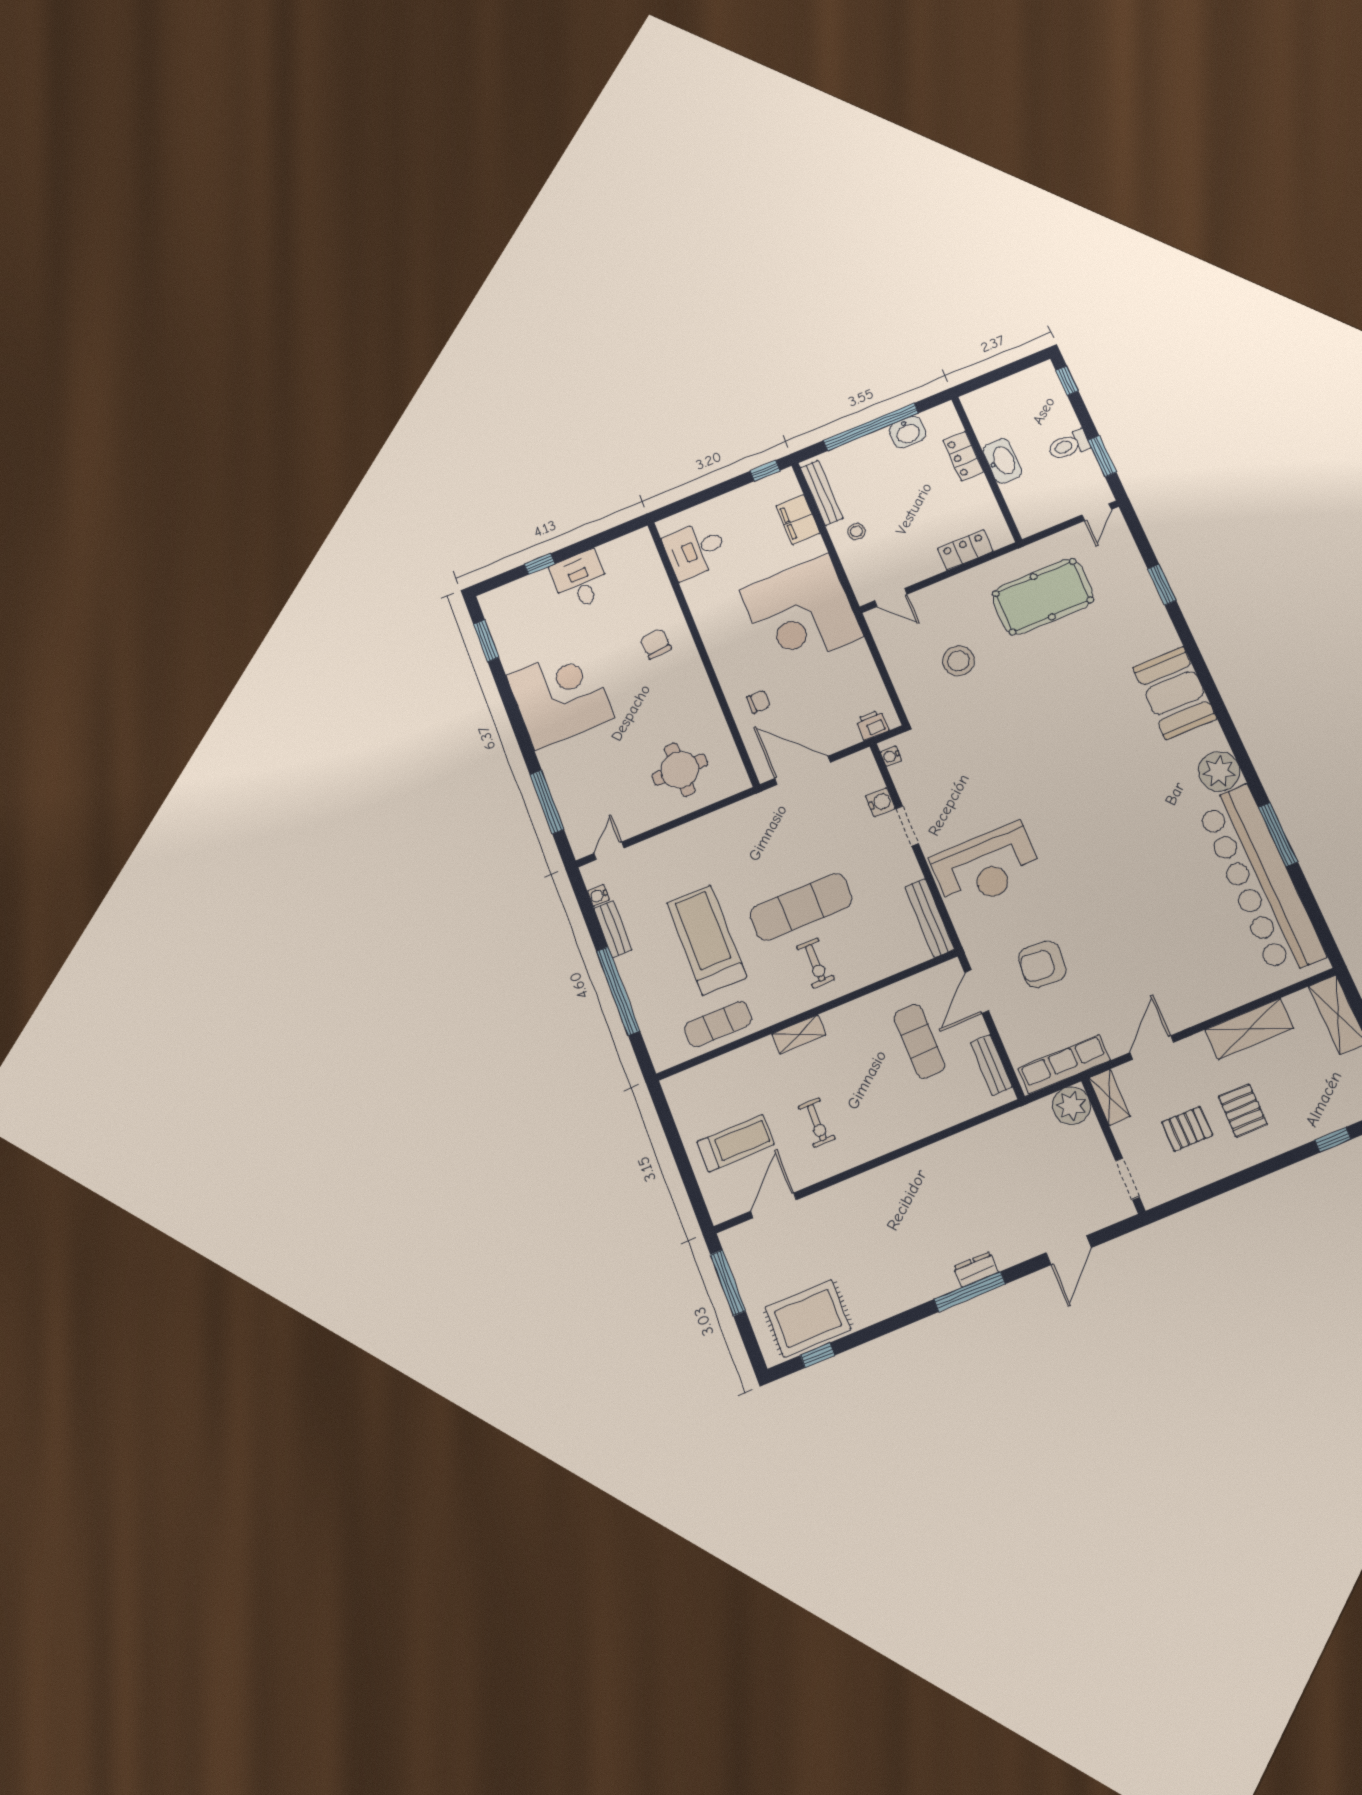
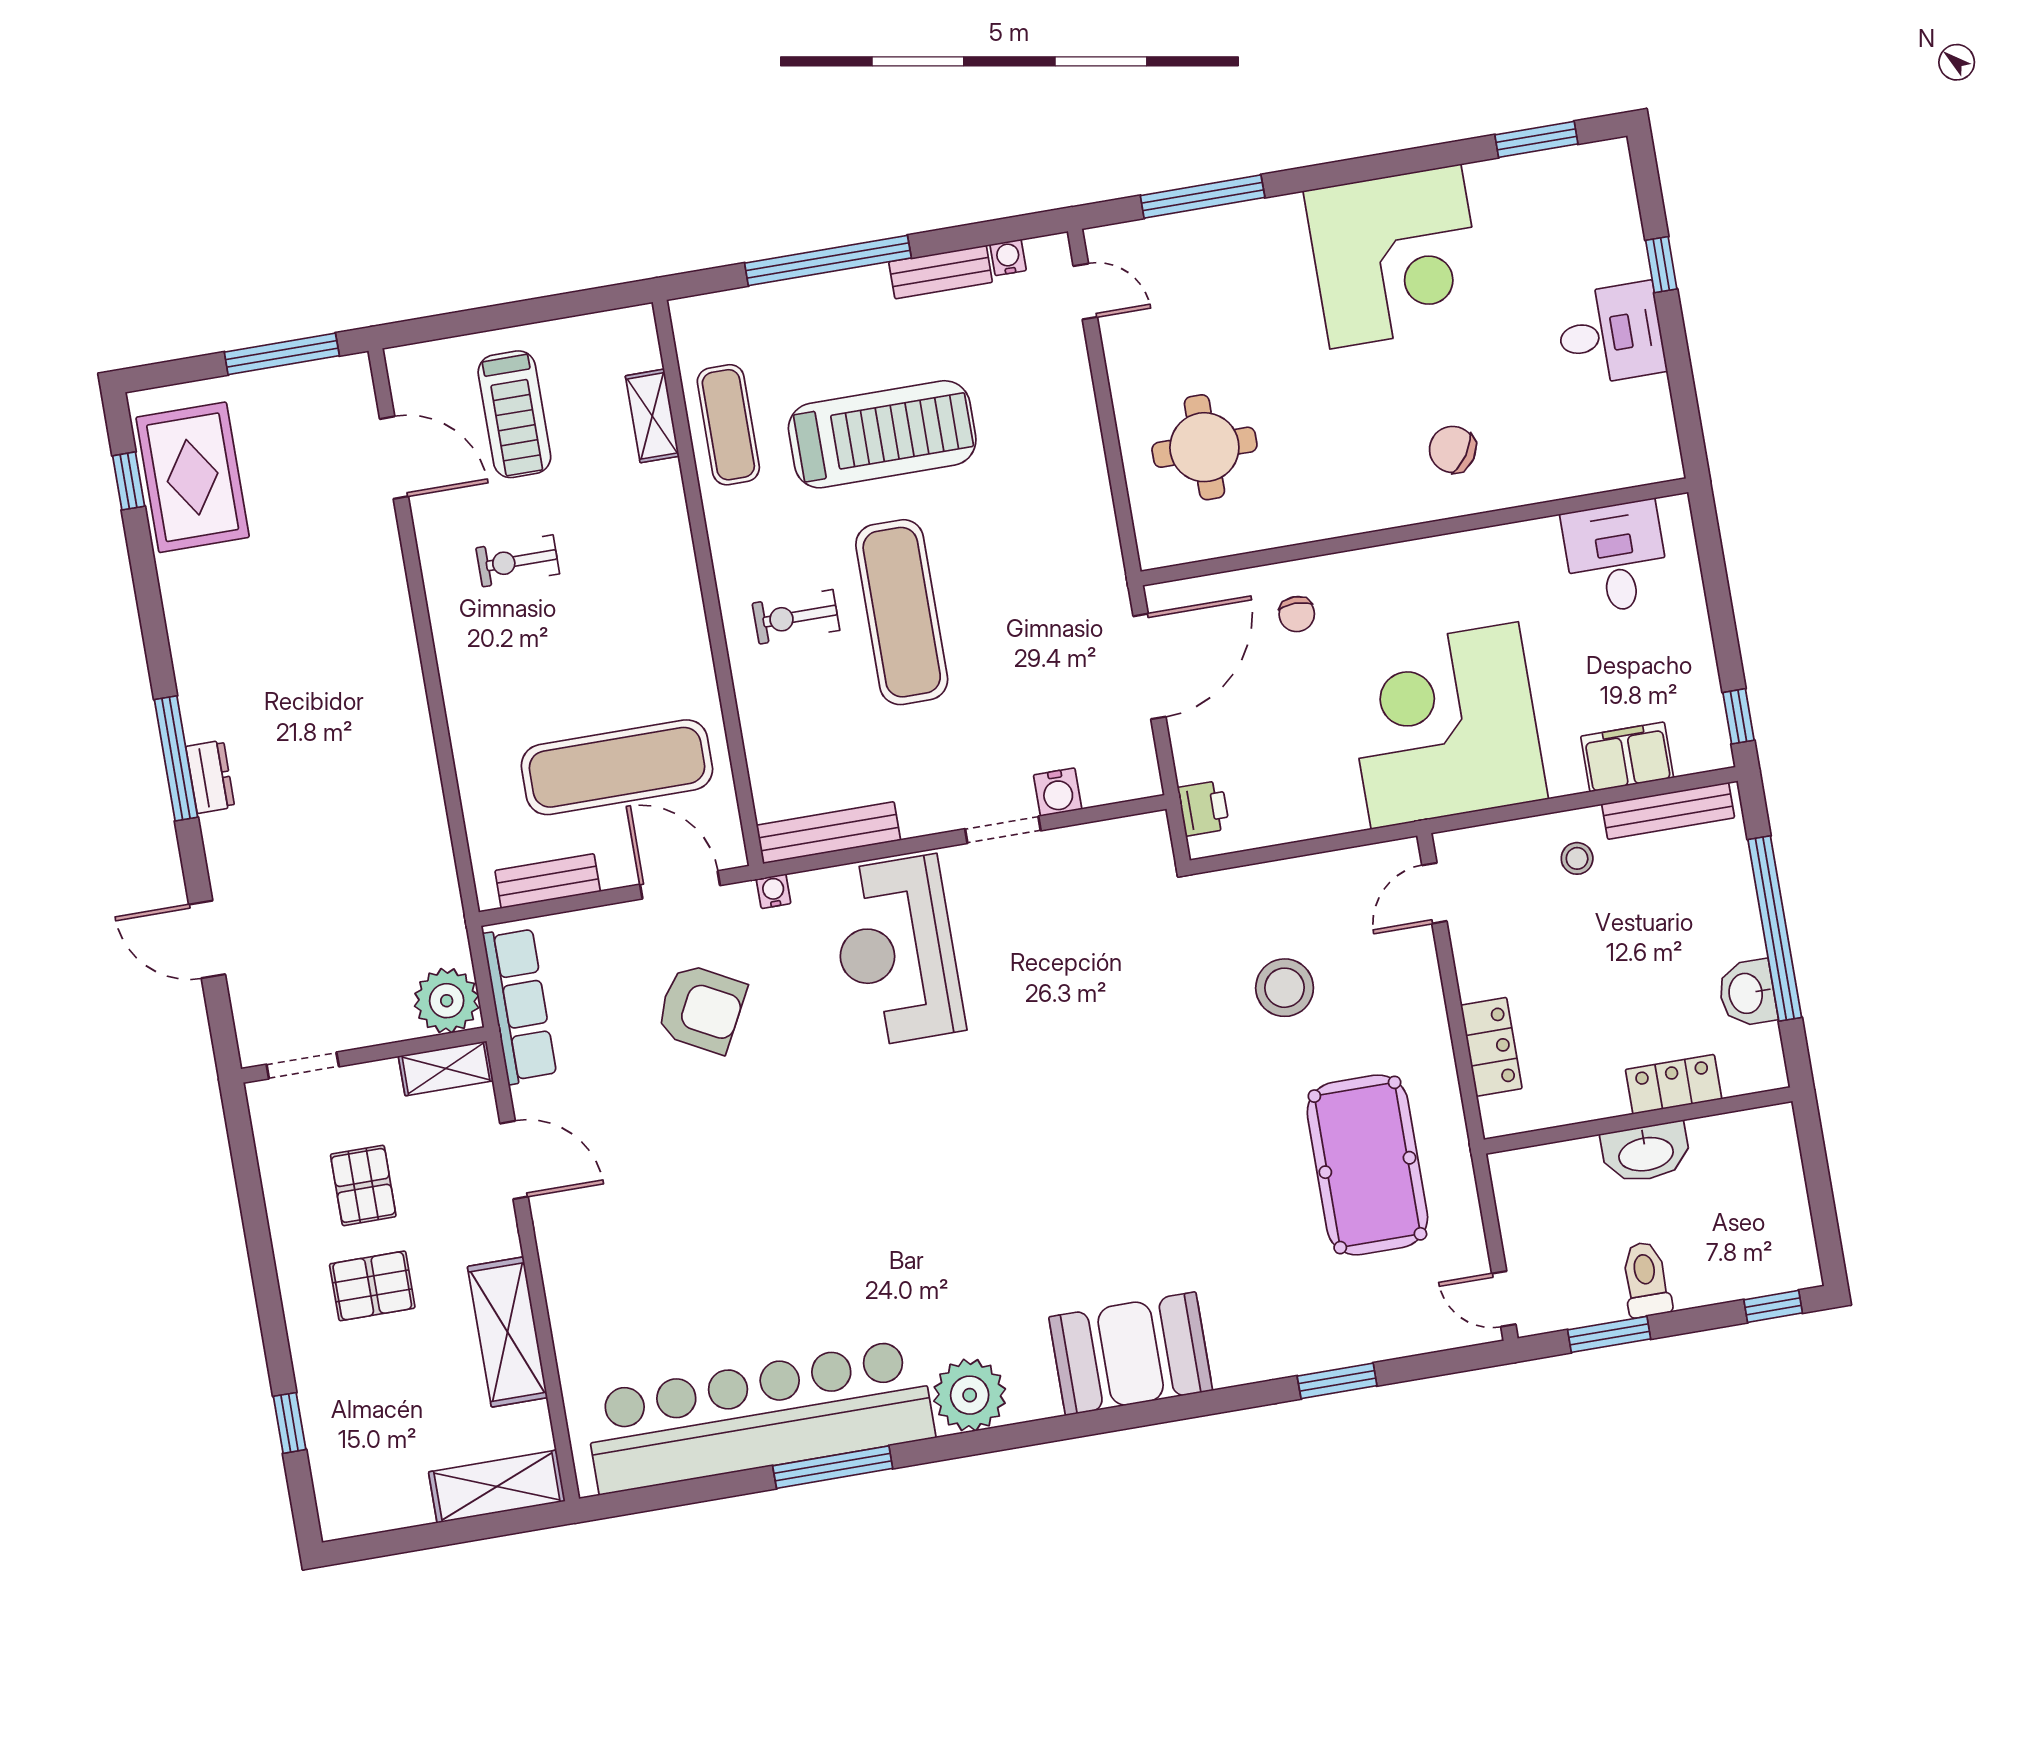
chair: (656, 644) -> (1453, 449), turned -141
water cooler: (891, 756) -> (774, 891), moved
armchair: (1042, 964) -> (701, 1008), turned 113
shelving: (799, 1034) -> (652, 416), moved
exercise mat: (919, 1041) -> (617, 767), width x1.36, depth x1.45

